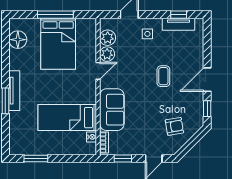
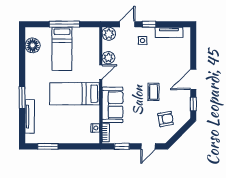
window: (179, 15) -> (149, 24), moved
plant: (108, 38) -> (109, 34), moved
bed: (58, 44) -> (62, 49), width x0.67
coffee table: (163, 76) -> (154, 92), moved
tv unit: (14, 91) -> (30, 116), moved
bed: (67, 118) -> (75, 94), moved

